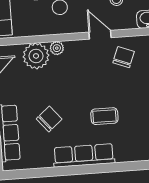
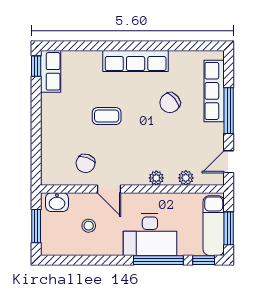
plant: (36, 56) -> (186, 178), width x0.53, depth x0.53
coffee table: (104, 116) -> (107, 116), moved

